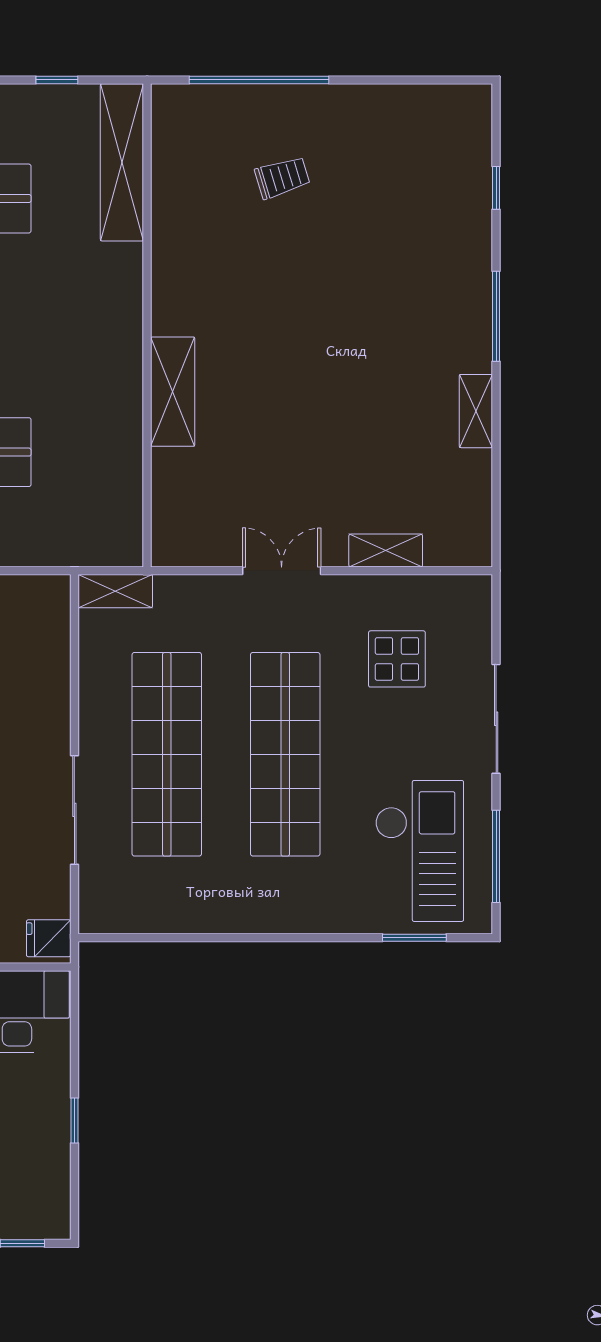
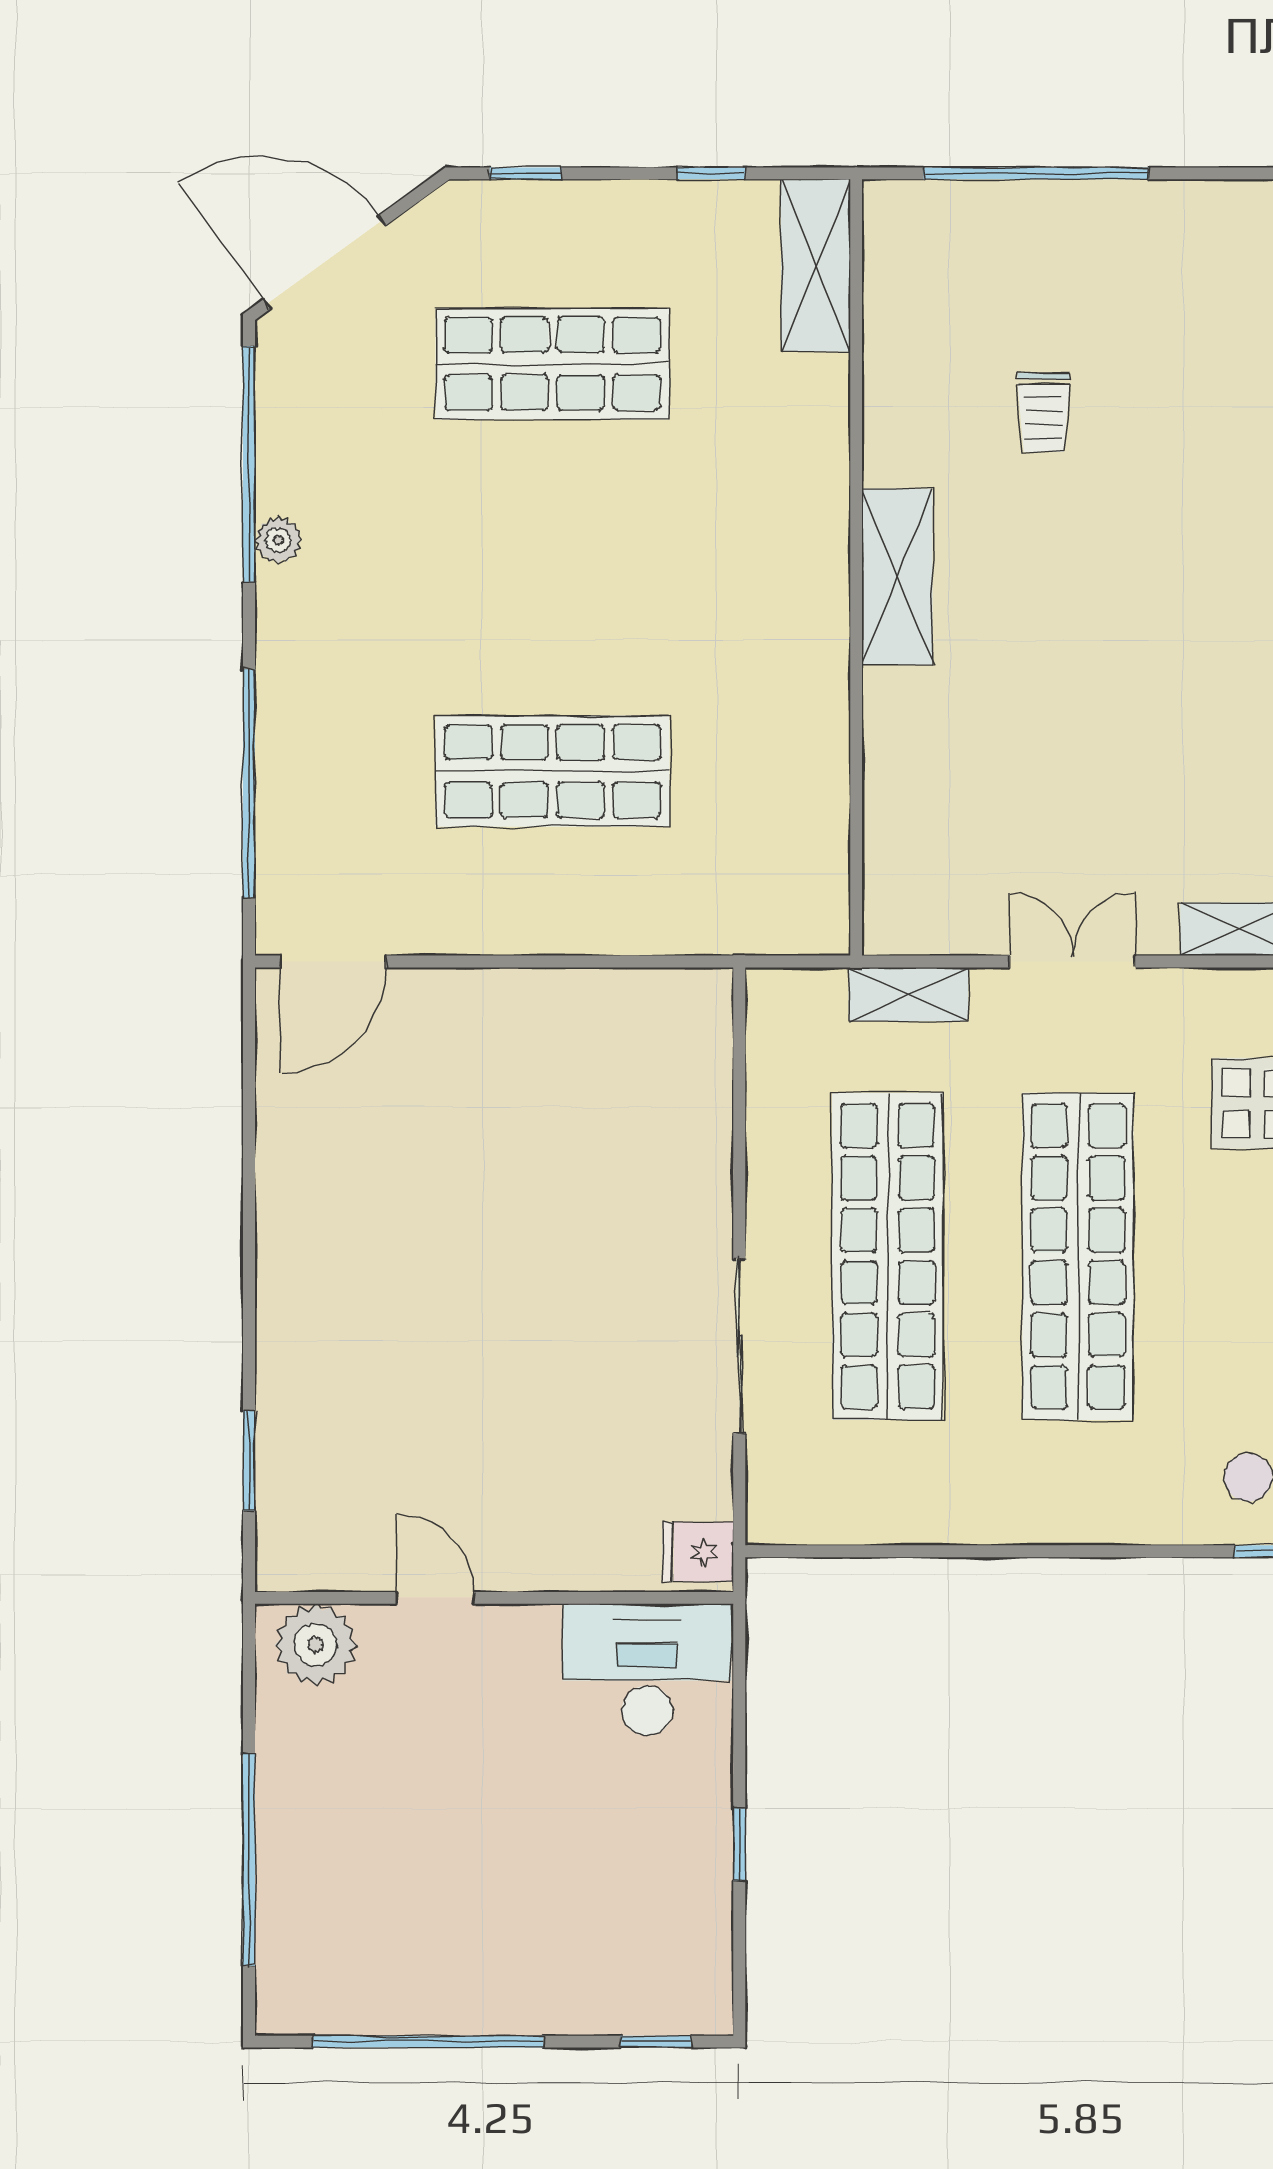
shelving: (122, 162) -> (816, 265), width x0.68
trolley: (282, 178) -> (1044, 412), moved, turned 107
shelving: (173, 392) -> (897, 577), moved
shelving: (115, 591) -> (908, 994), moved

